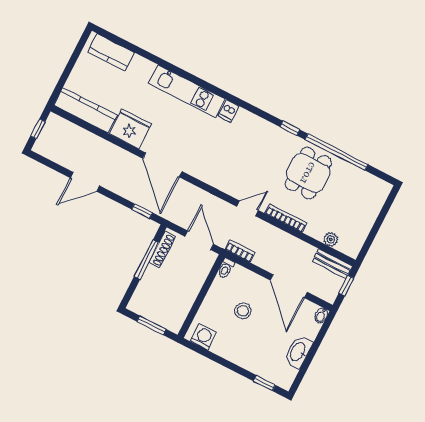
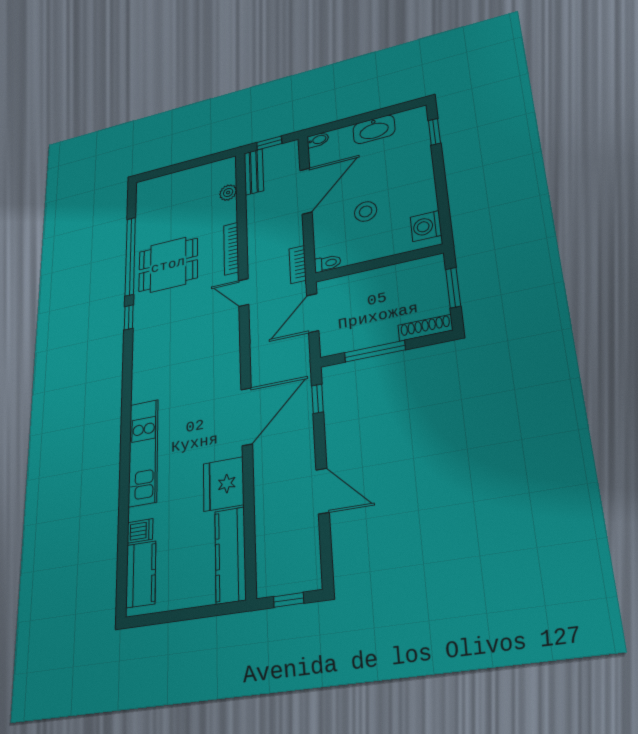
dishwasher: (228, 111) -> (140, 531), moved
shoe rack: (162, 249) -> (425, 328), moved

